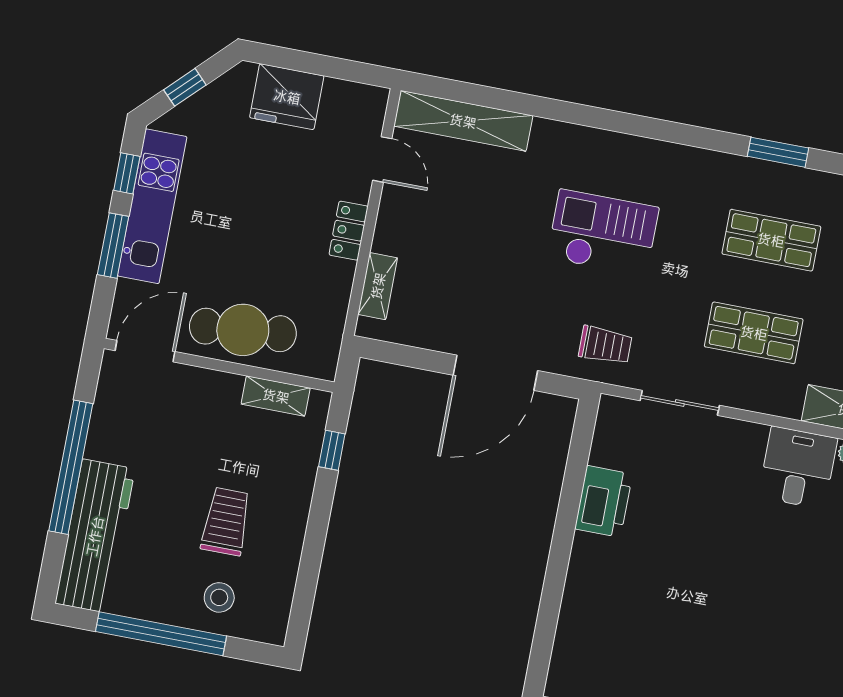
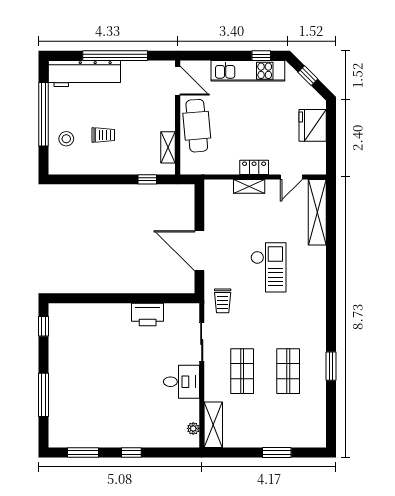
checkout: (603, 233) -> (268, 267), moved
window: (113, 246) -> (225, 56), removed
shelving: (378, 286) -> (249, 186), moved
desk: (798, 468) -> (181, 382), moved
trolley: (226, 521) -> (103, 135), width x0.73, depth x0.72

